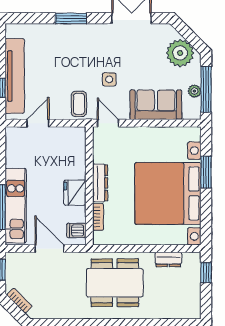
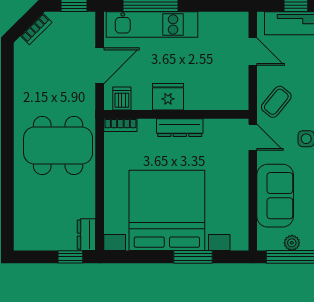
coffee table: (79, 104) -> (276, 102), turned -51
door: (108, 123) -> (253, 137), hinge flipped
bookcase: (98, 217) -> (120, 125), moved
dresser: (168, 259) -> (86, 235), moved
dining table: (115, 283) -> (58, 145), turned 90

